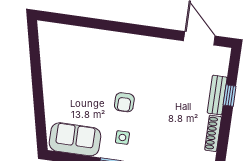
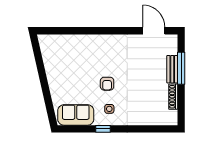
window: (230, 96) -> (181, 68), width x2.17

